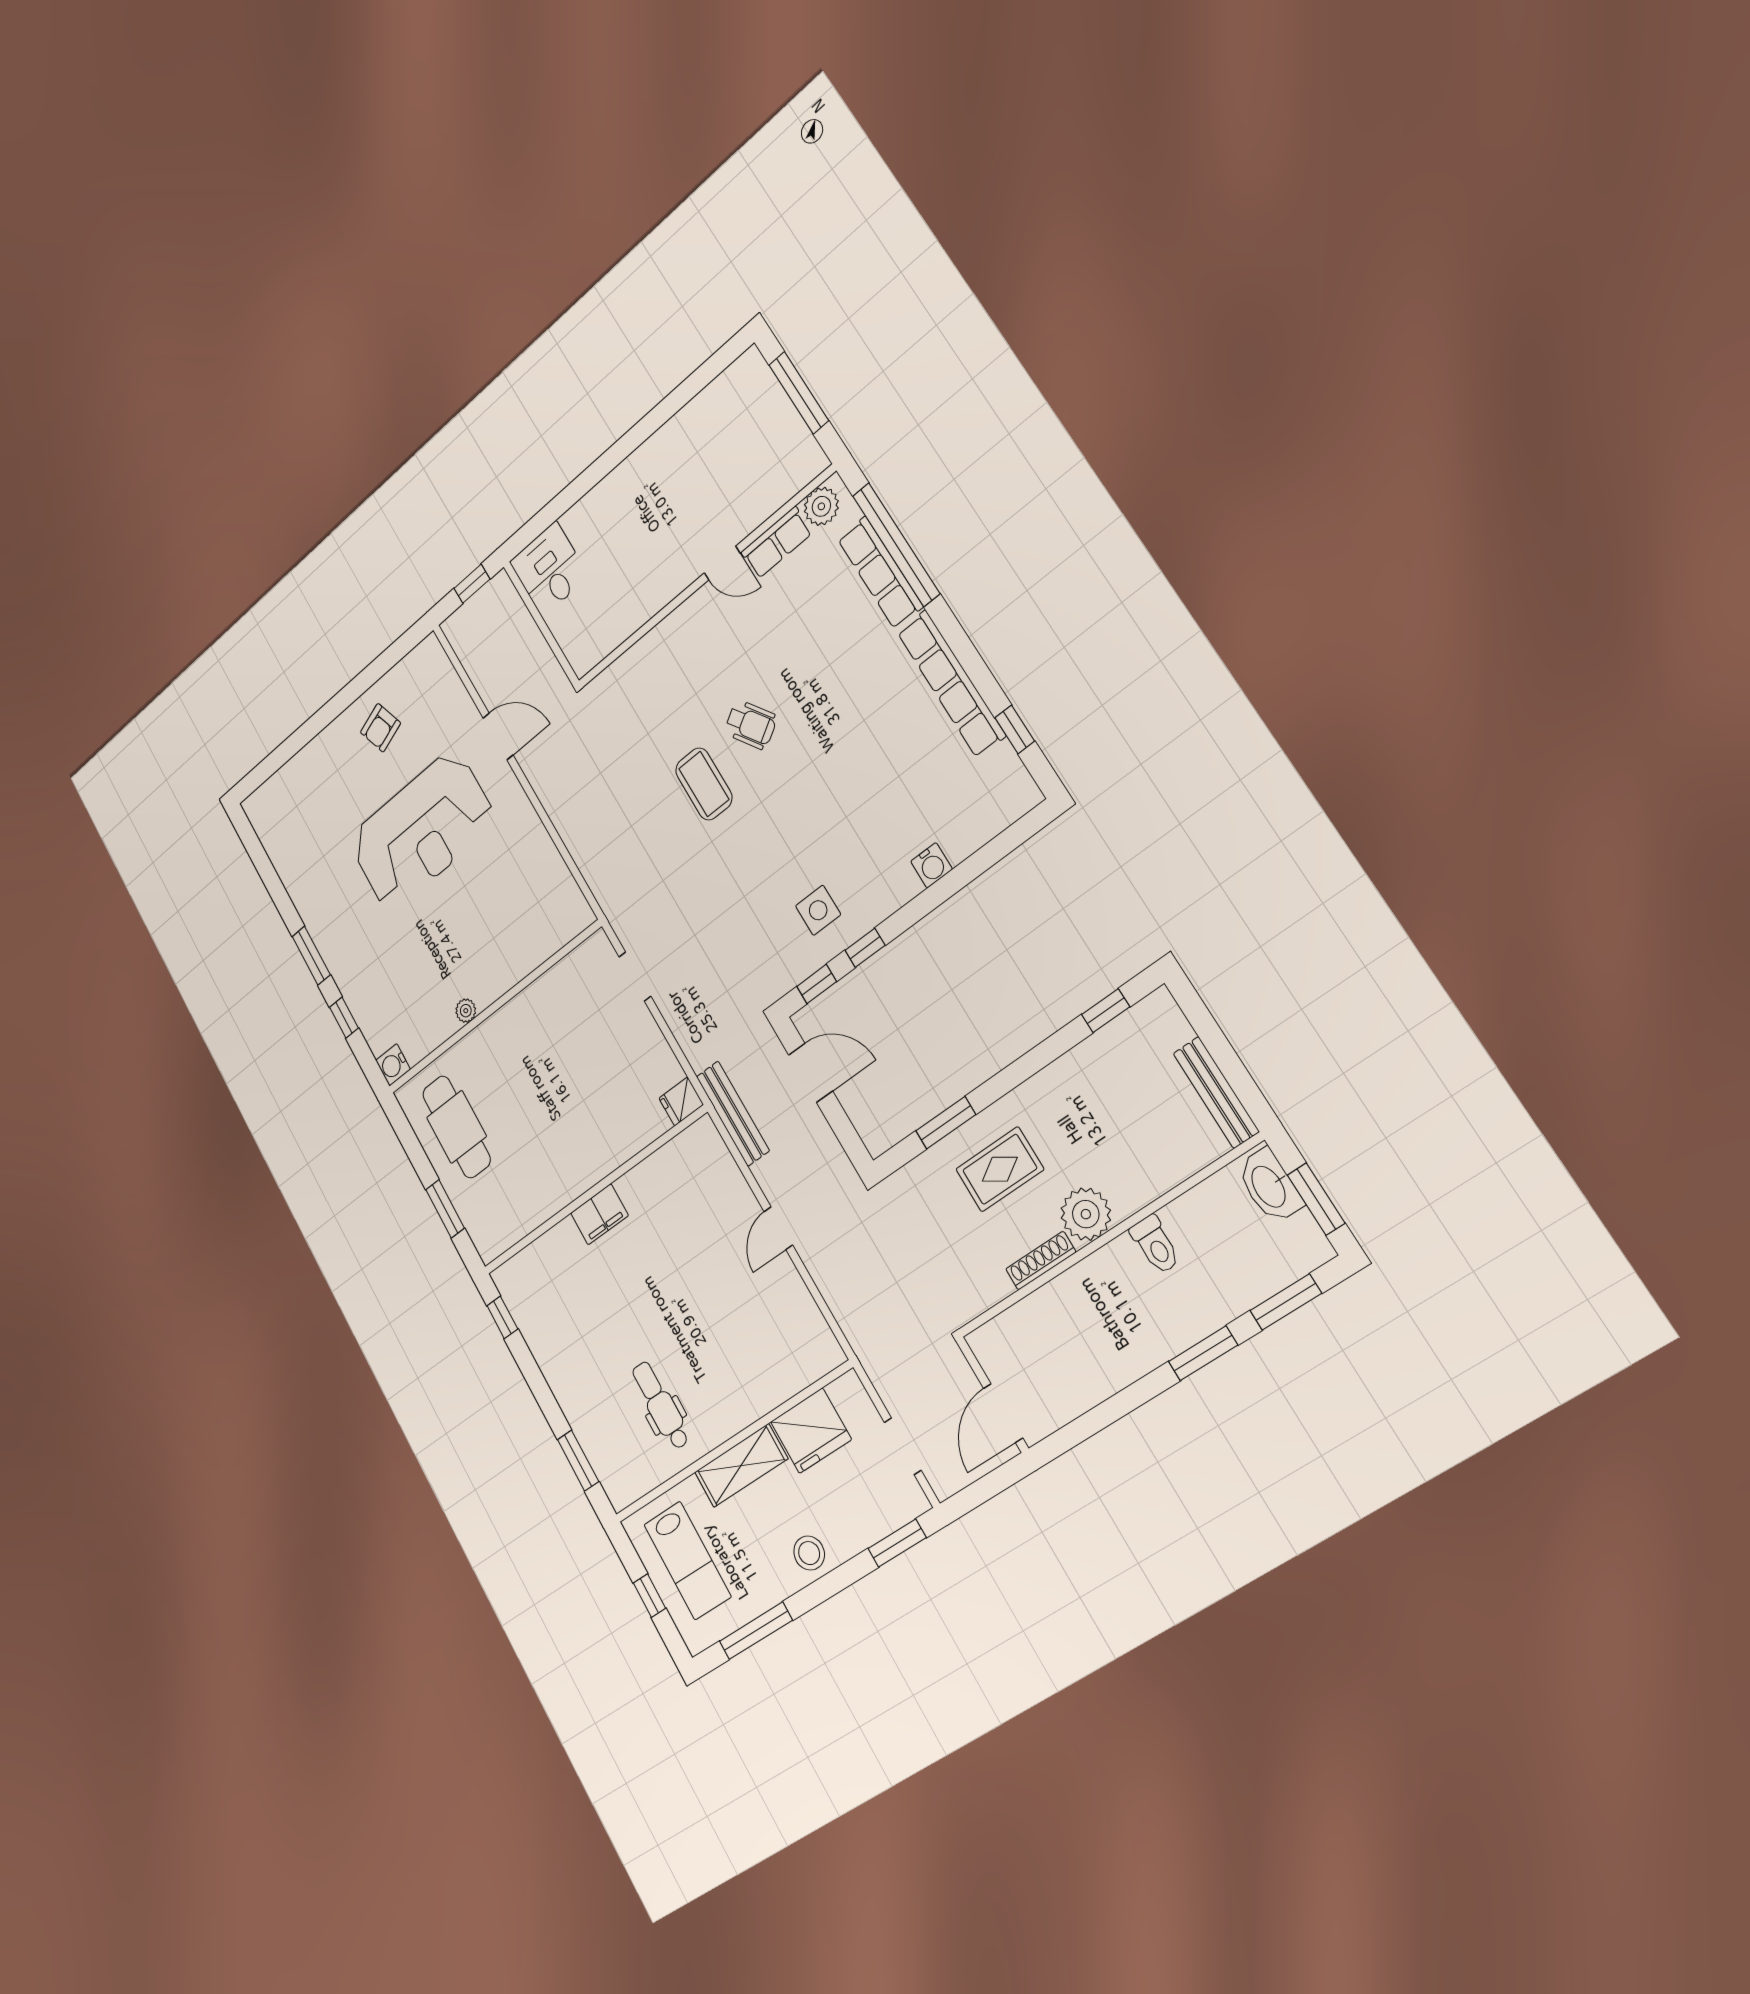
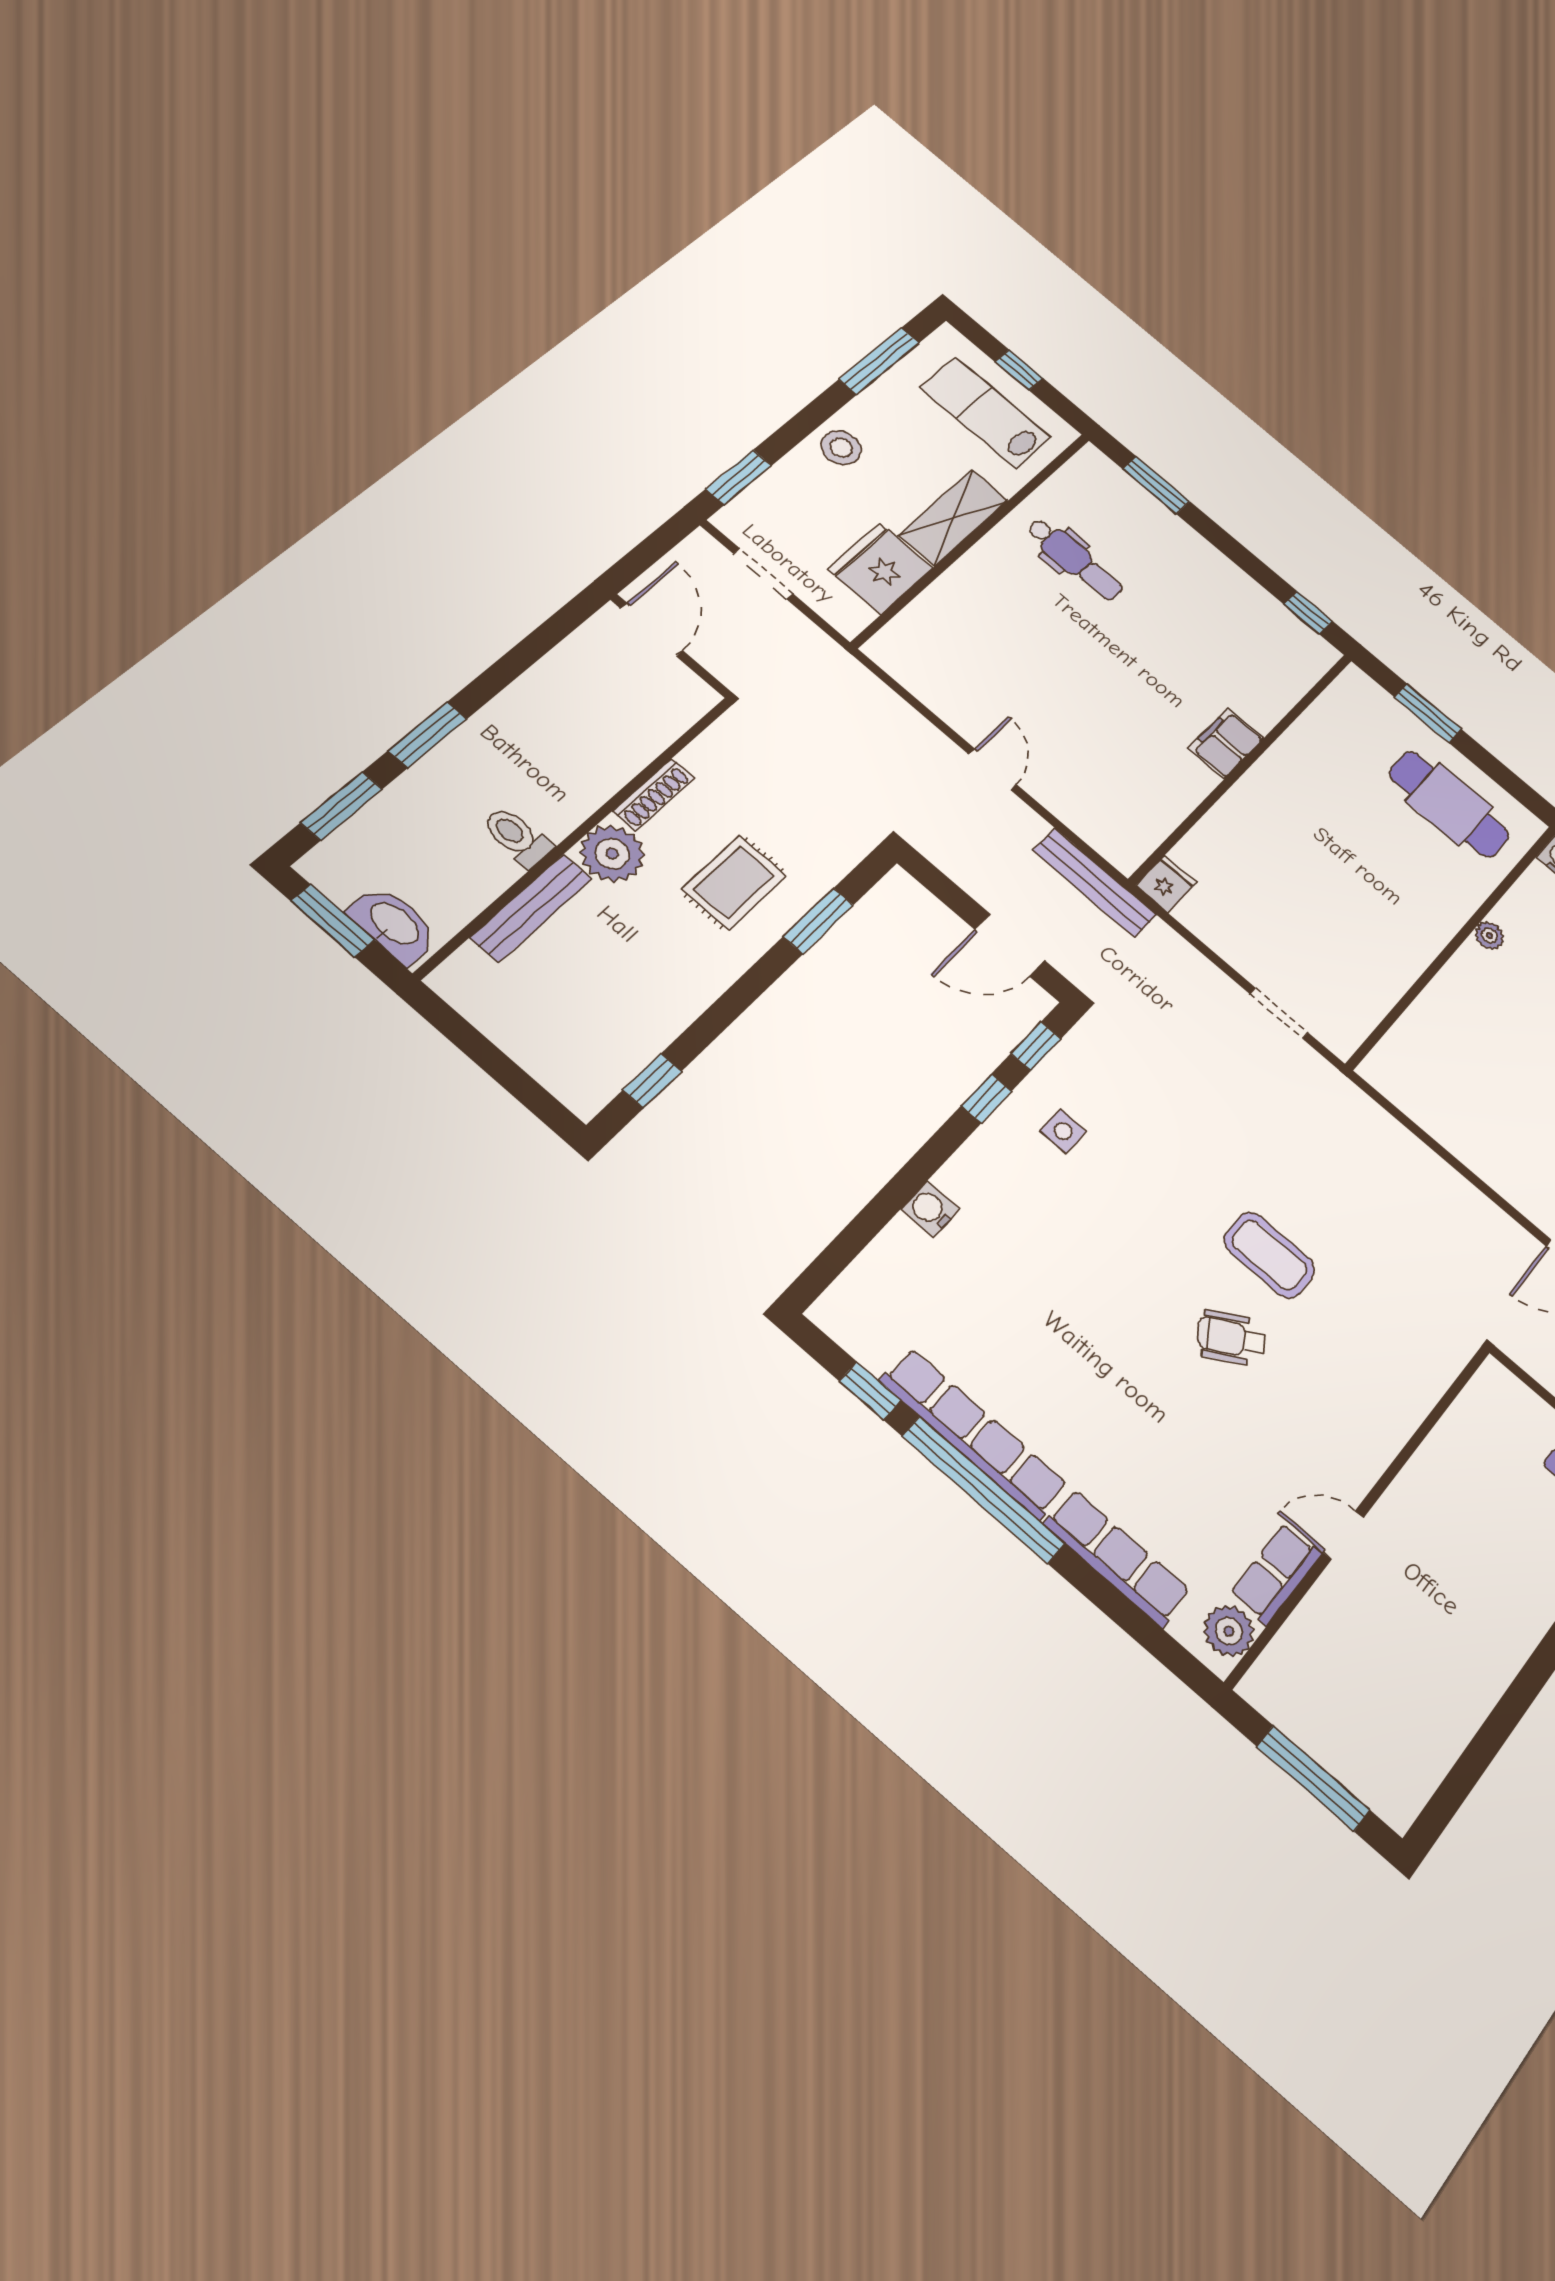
window: (896, 544) -> (983, 1490), moved
side table: (818, 910) -> (1063, 1131), width x0.73, depth x0.73
bench: (1216, 1092) -> (531, 908), moved, turned 90

